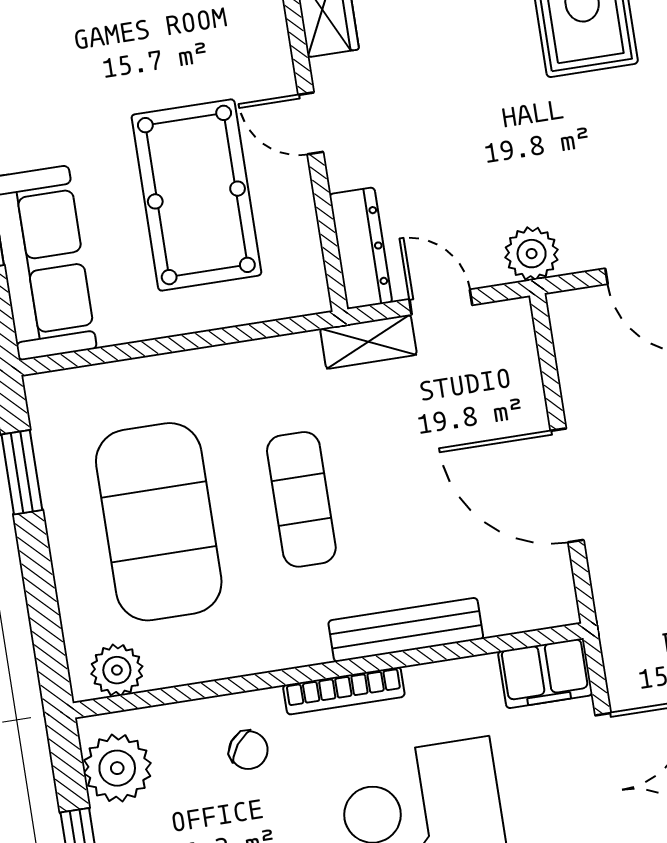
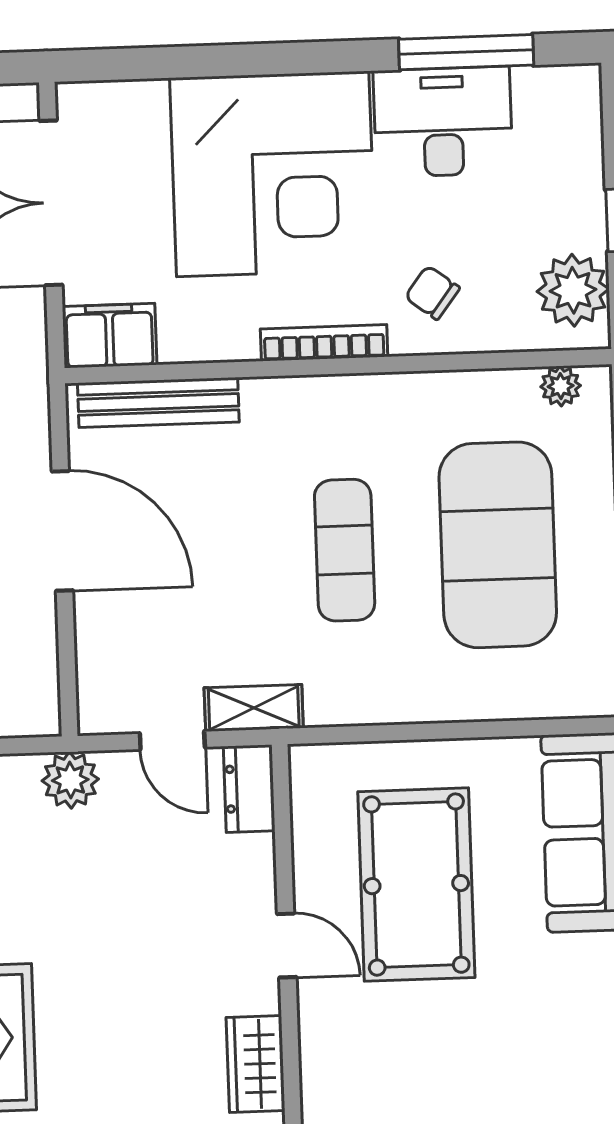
dresser: (361, 248) -> (249, 789), width x0.70
bench: (406, 630) -> (158, 403), moved
plant: (117, 670) -> (561, 386), width x0.73, depth x0.73

